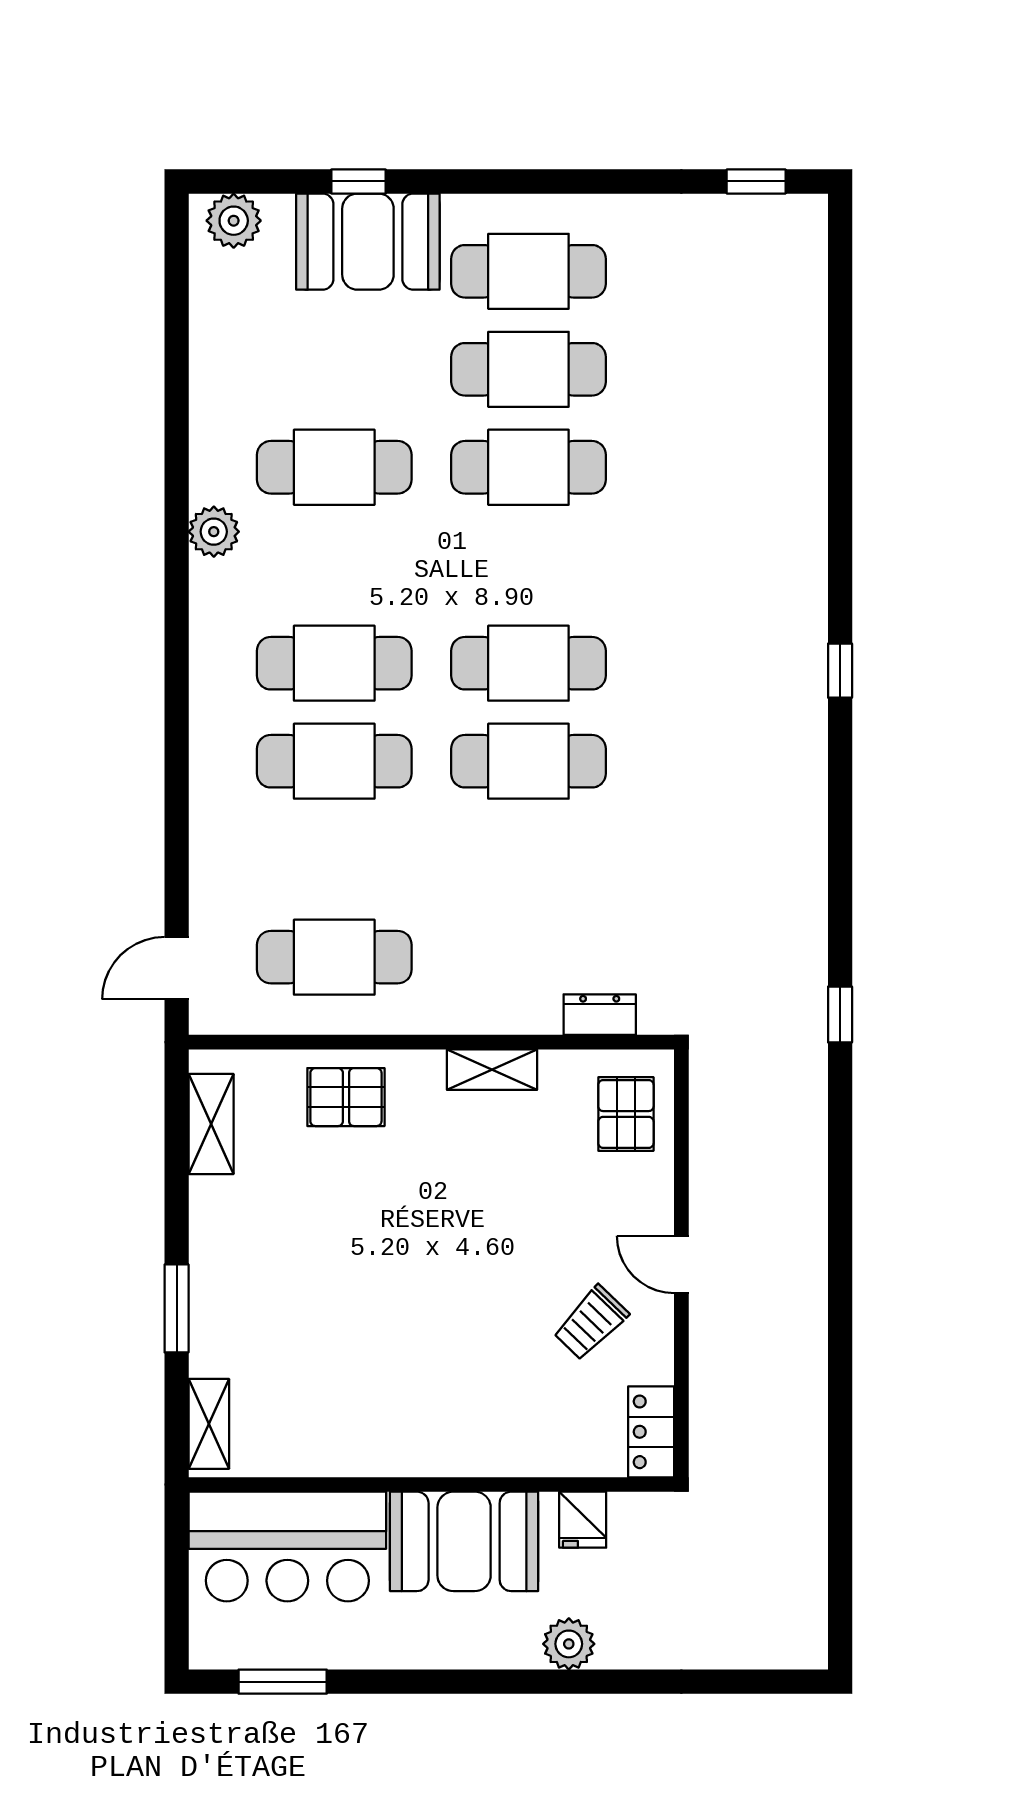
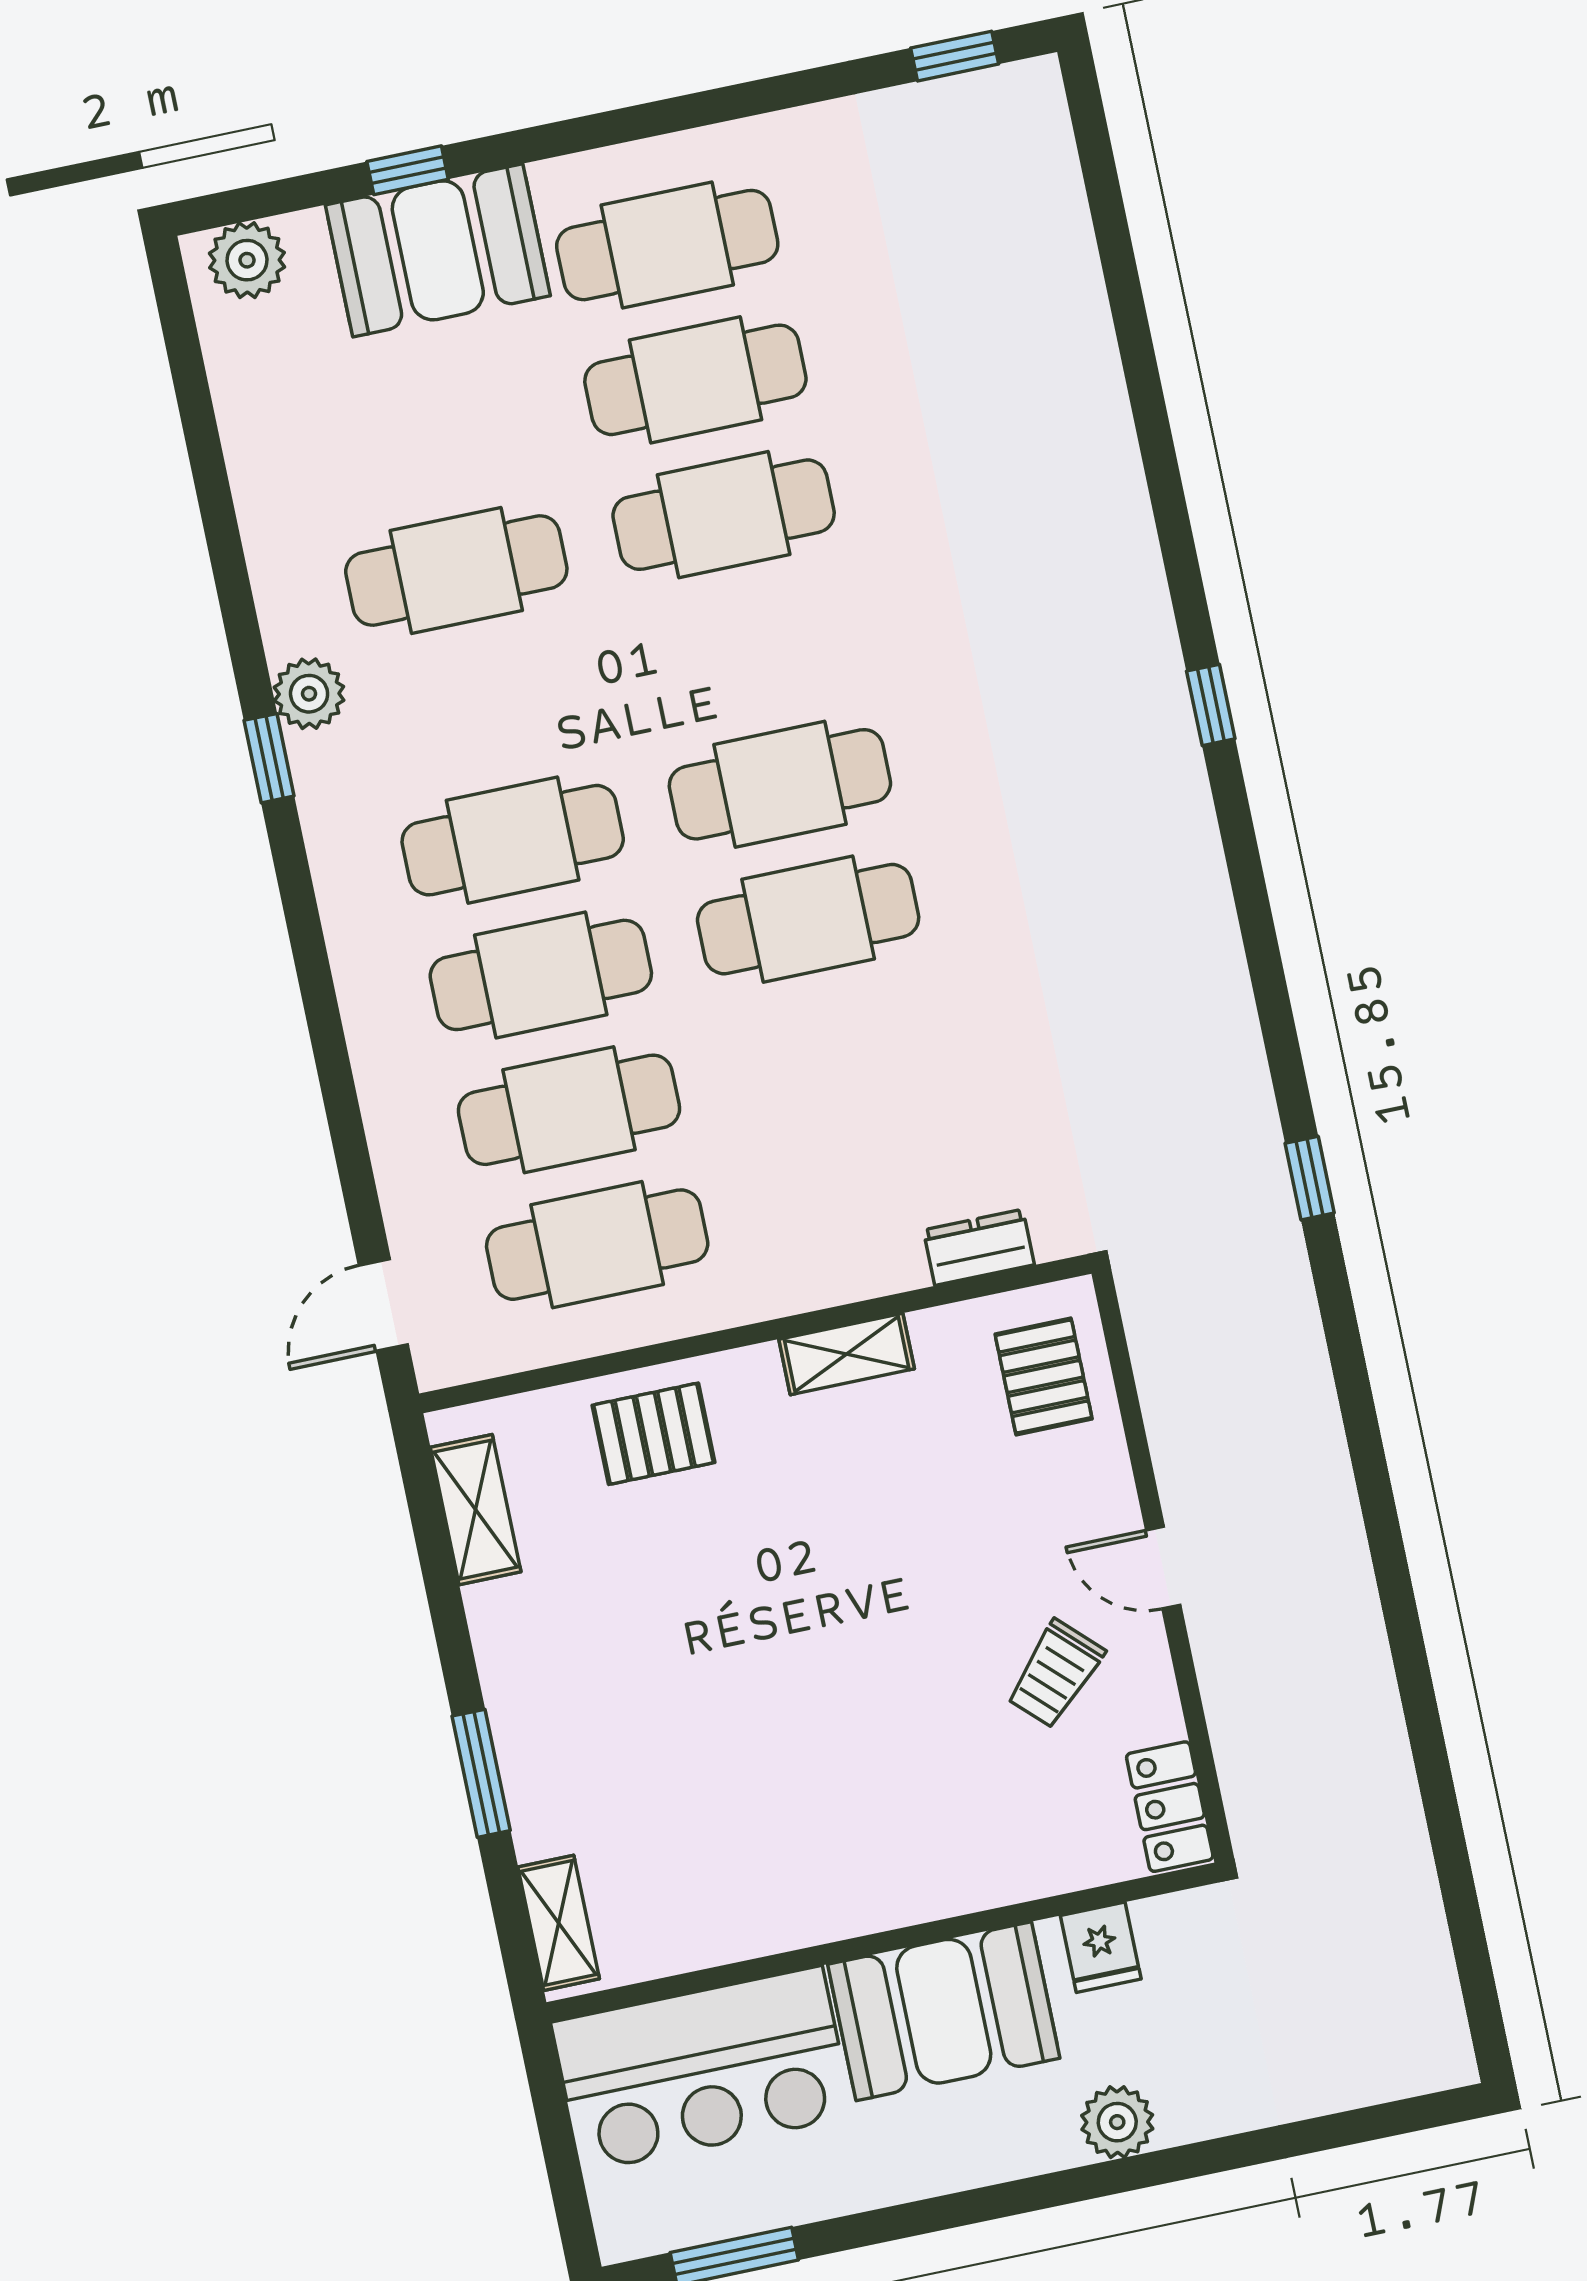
window: (177, 571) -> (269, 758), added
cafe table: (334, 859) -> (569, 1110), added

